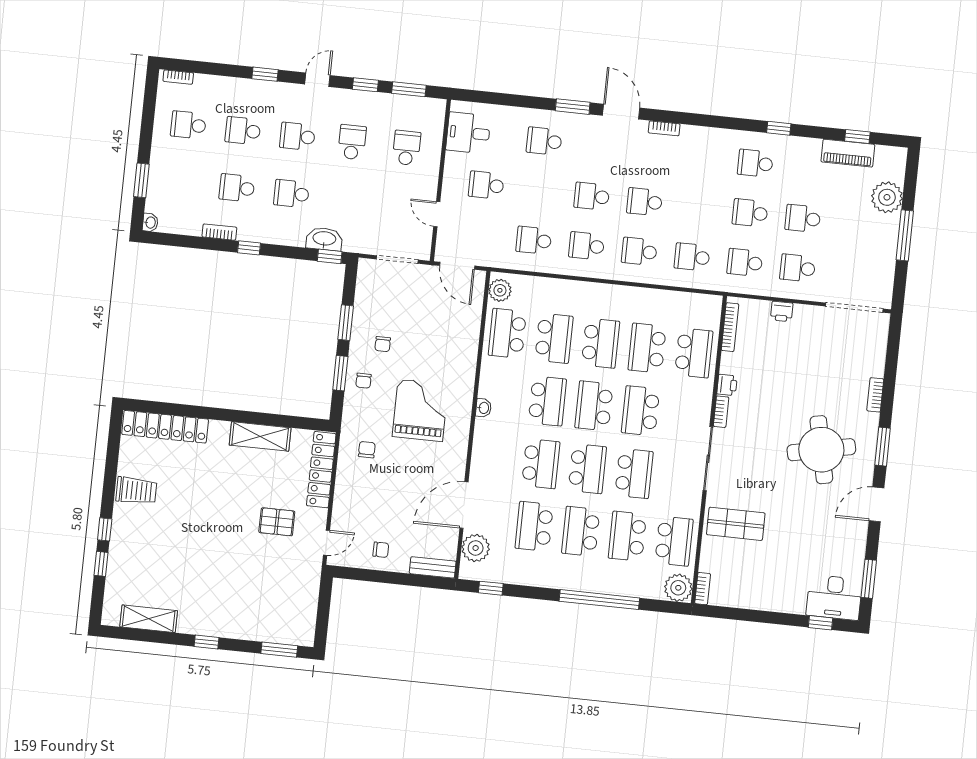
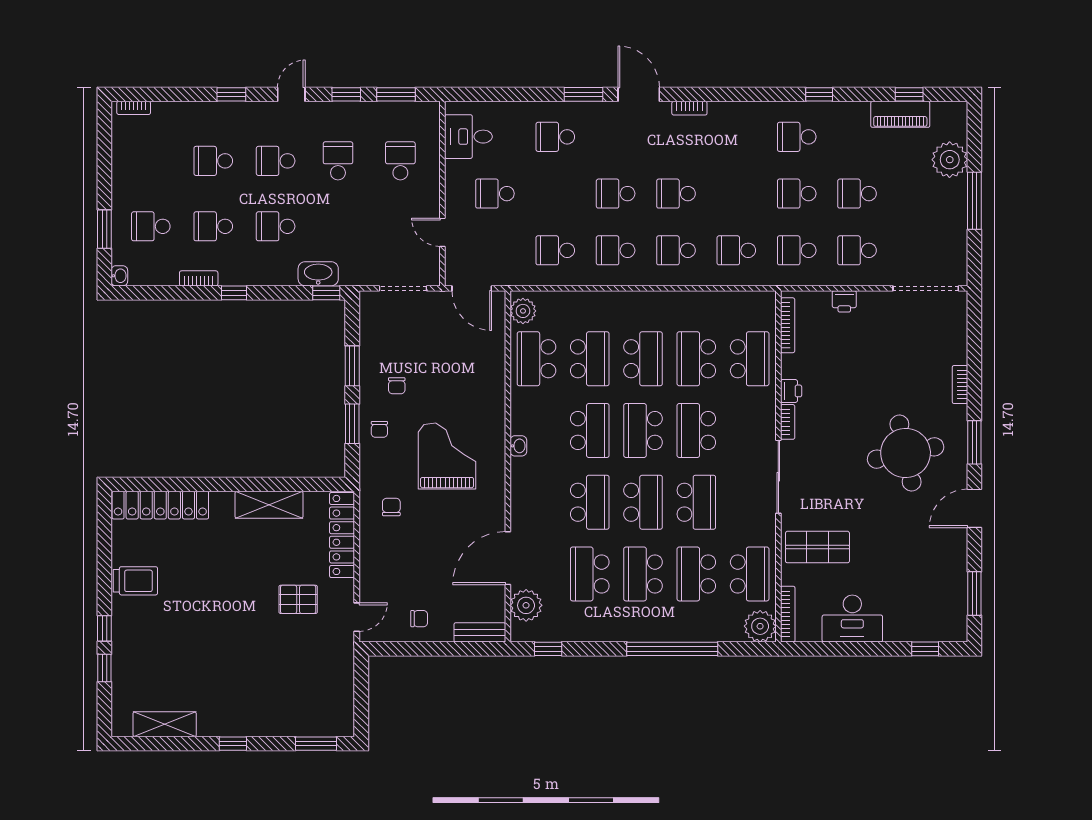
school desk: (188, 125) -> (151, 226), moved
bookcase: (703, 589) -> (788, 614), width x1.56
desk: (834, 597) -> (852, 619), moved

